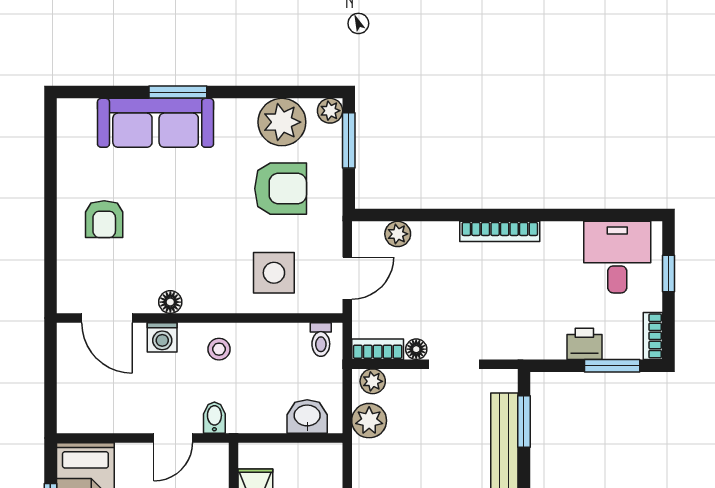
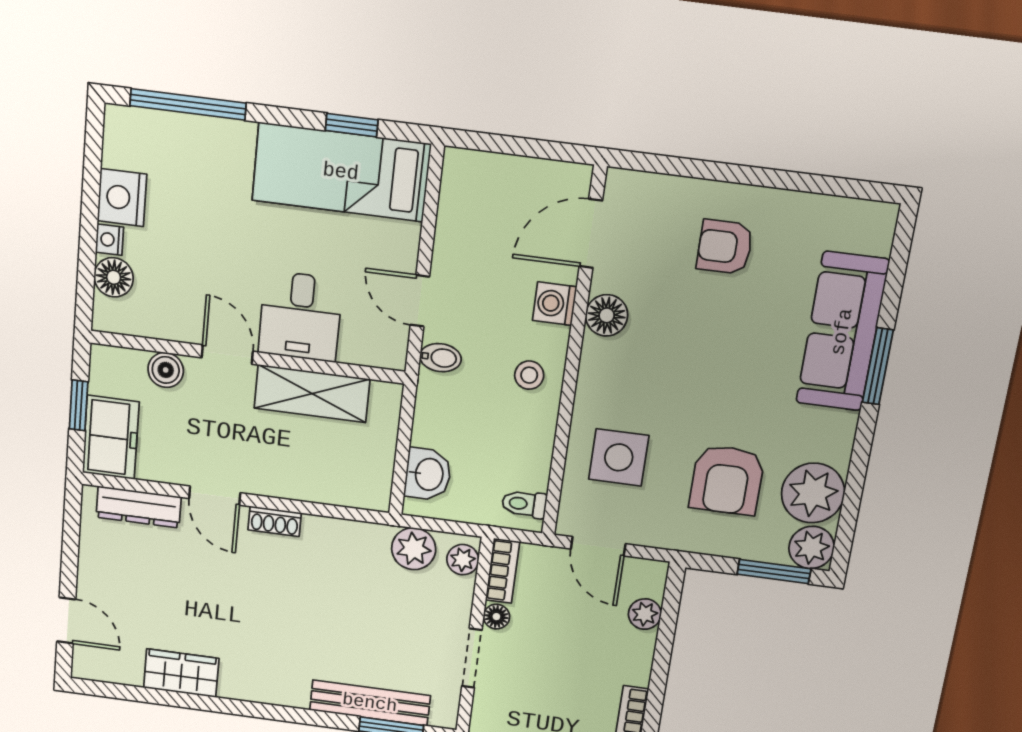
plant: (330, 111) -> (811, 547), width x1.38, depth x1.38
floor lamp: (170, 302) -> (607, 315), width x1.37, depth x1.37

